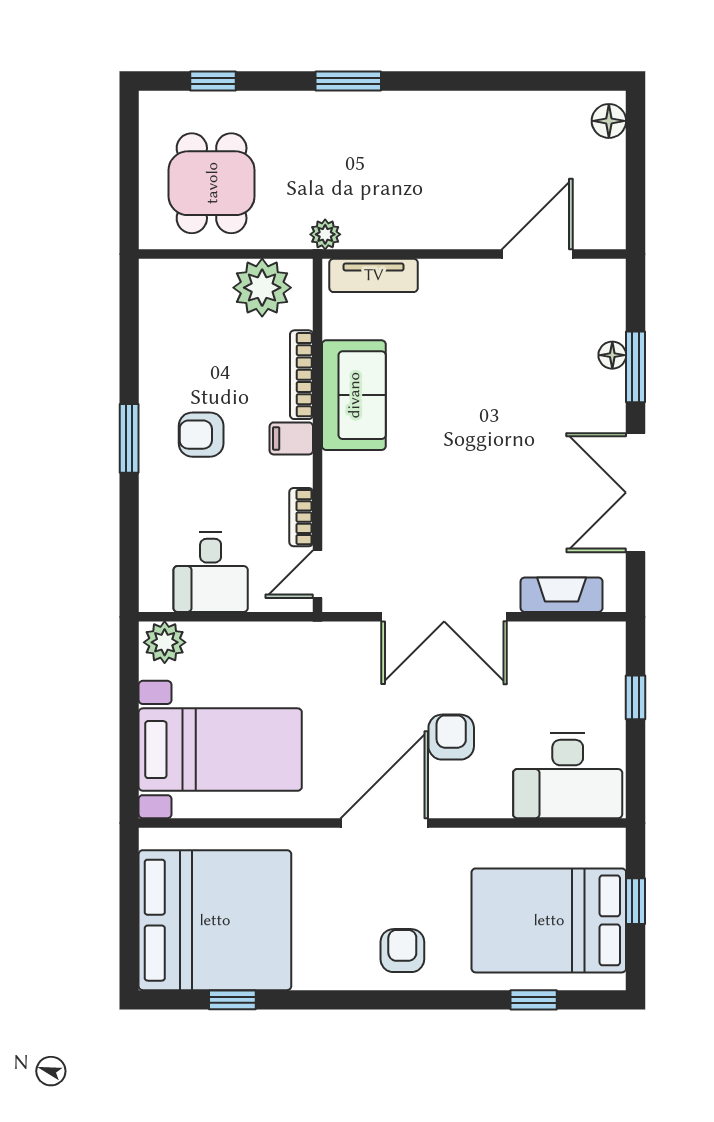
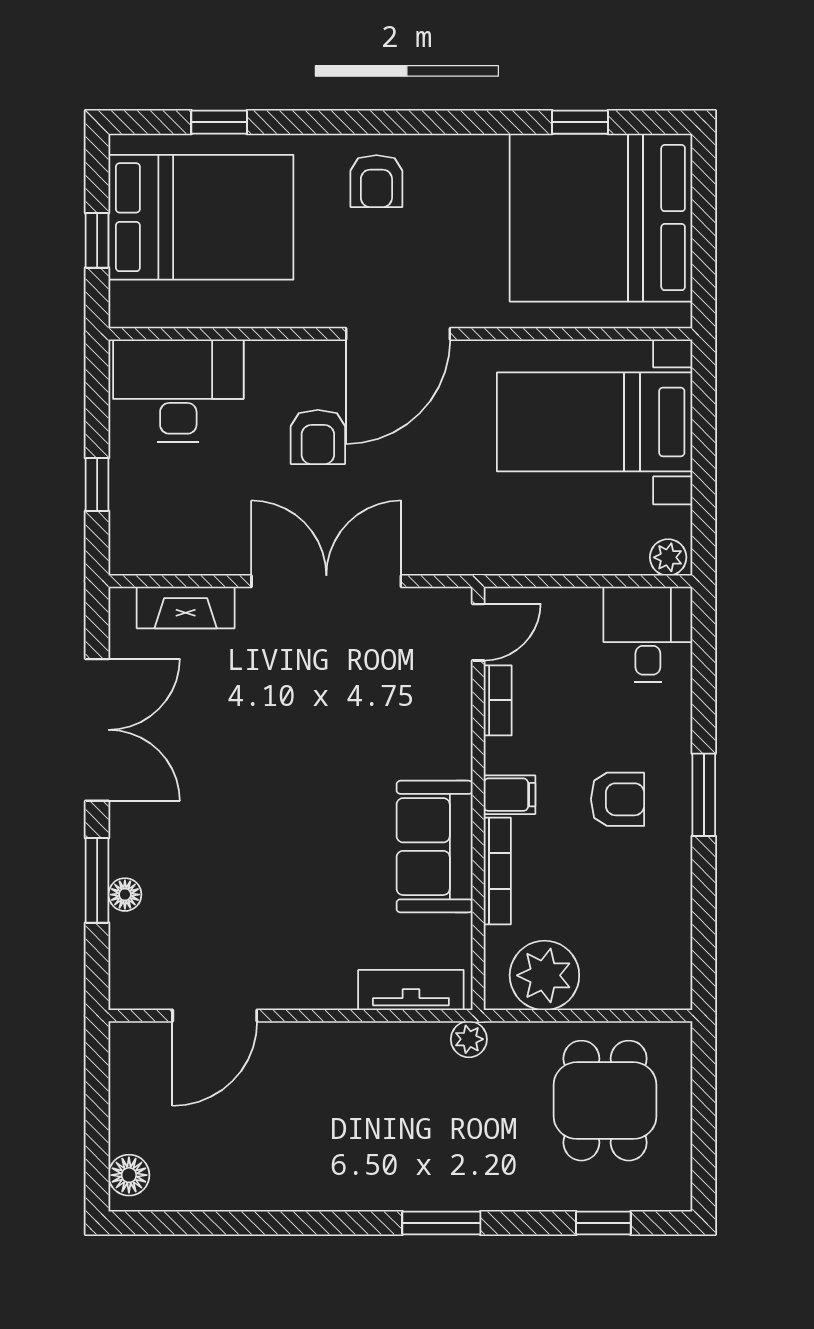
desk: (211, 572) -> (648, 634), moved
plant: (165, 642) -> (668, 557), width x0.73, depth x0.73

